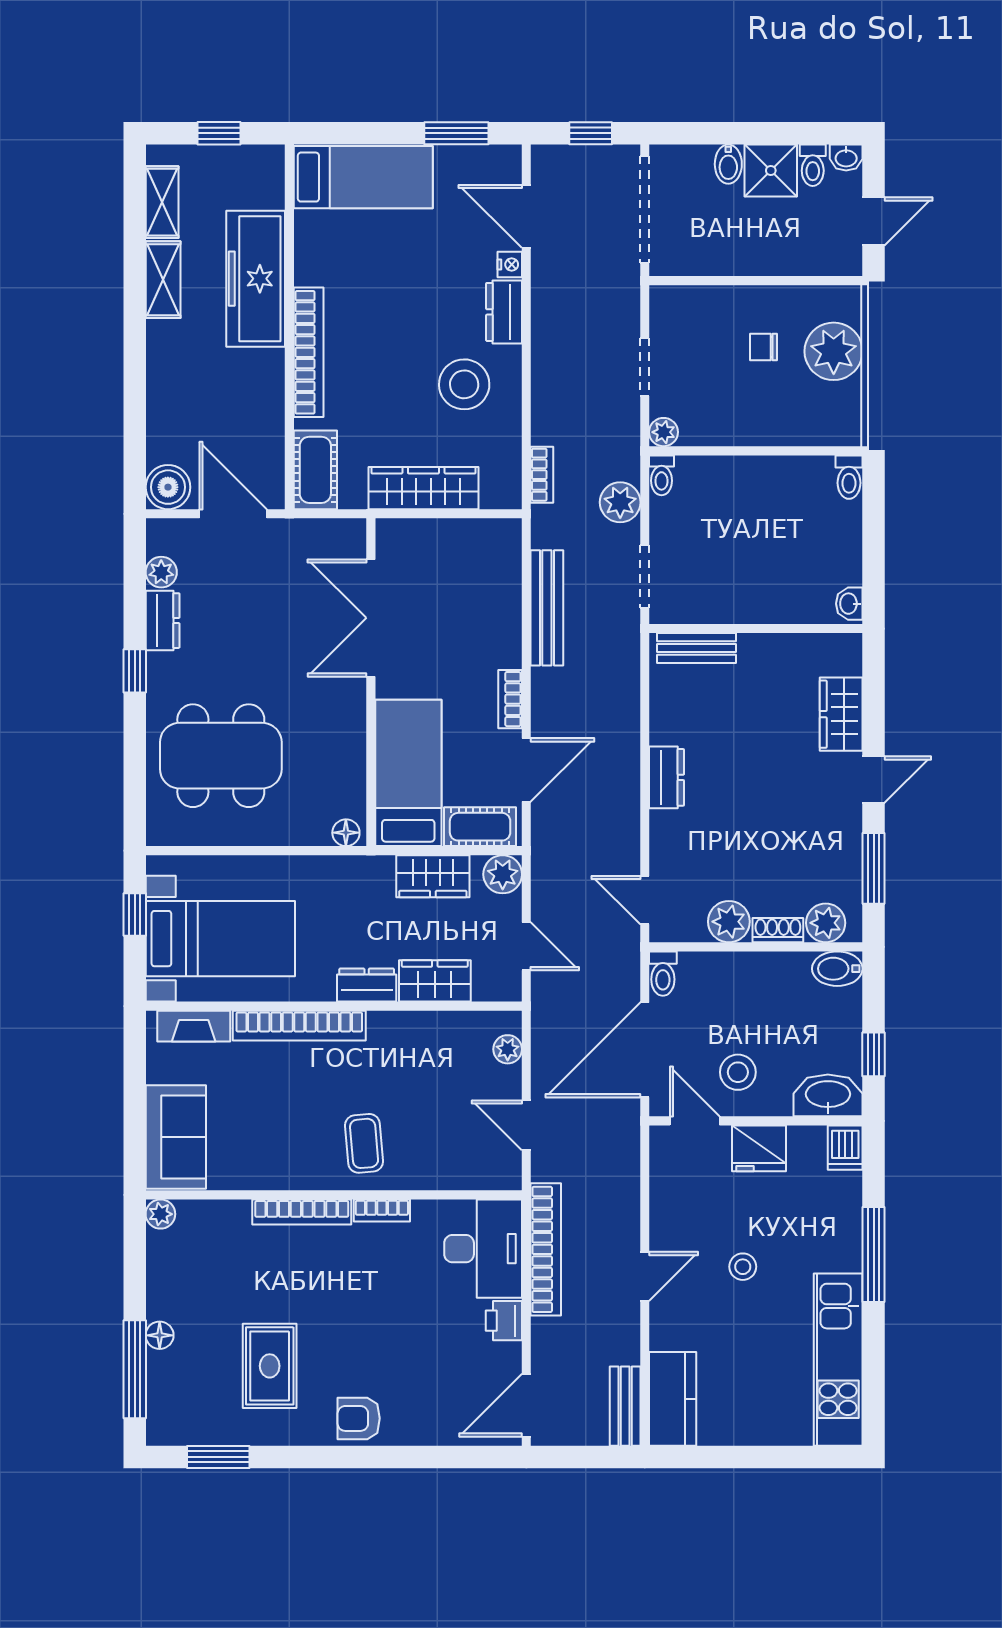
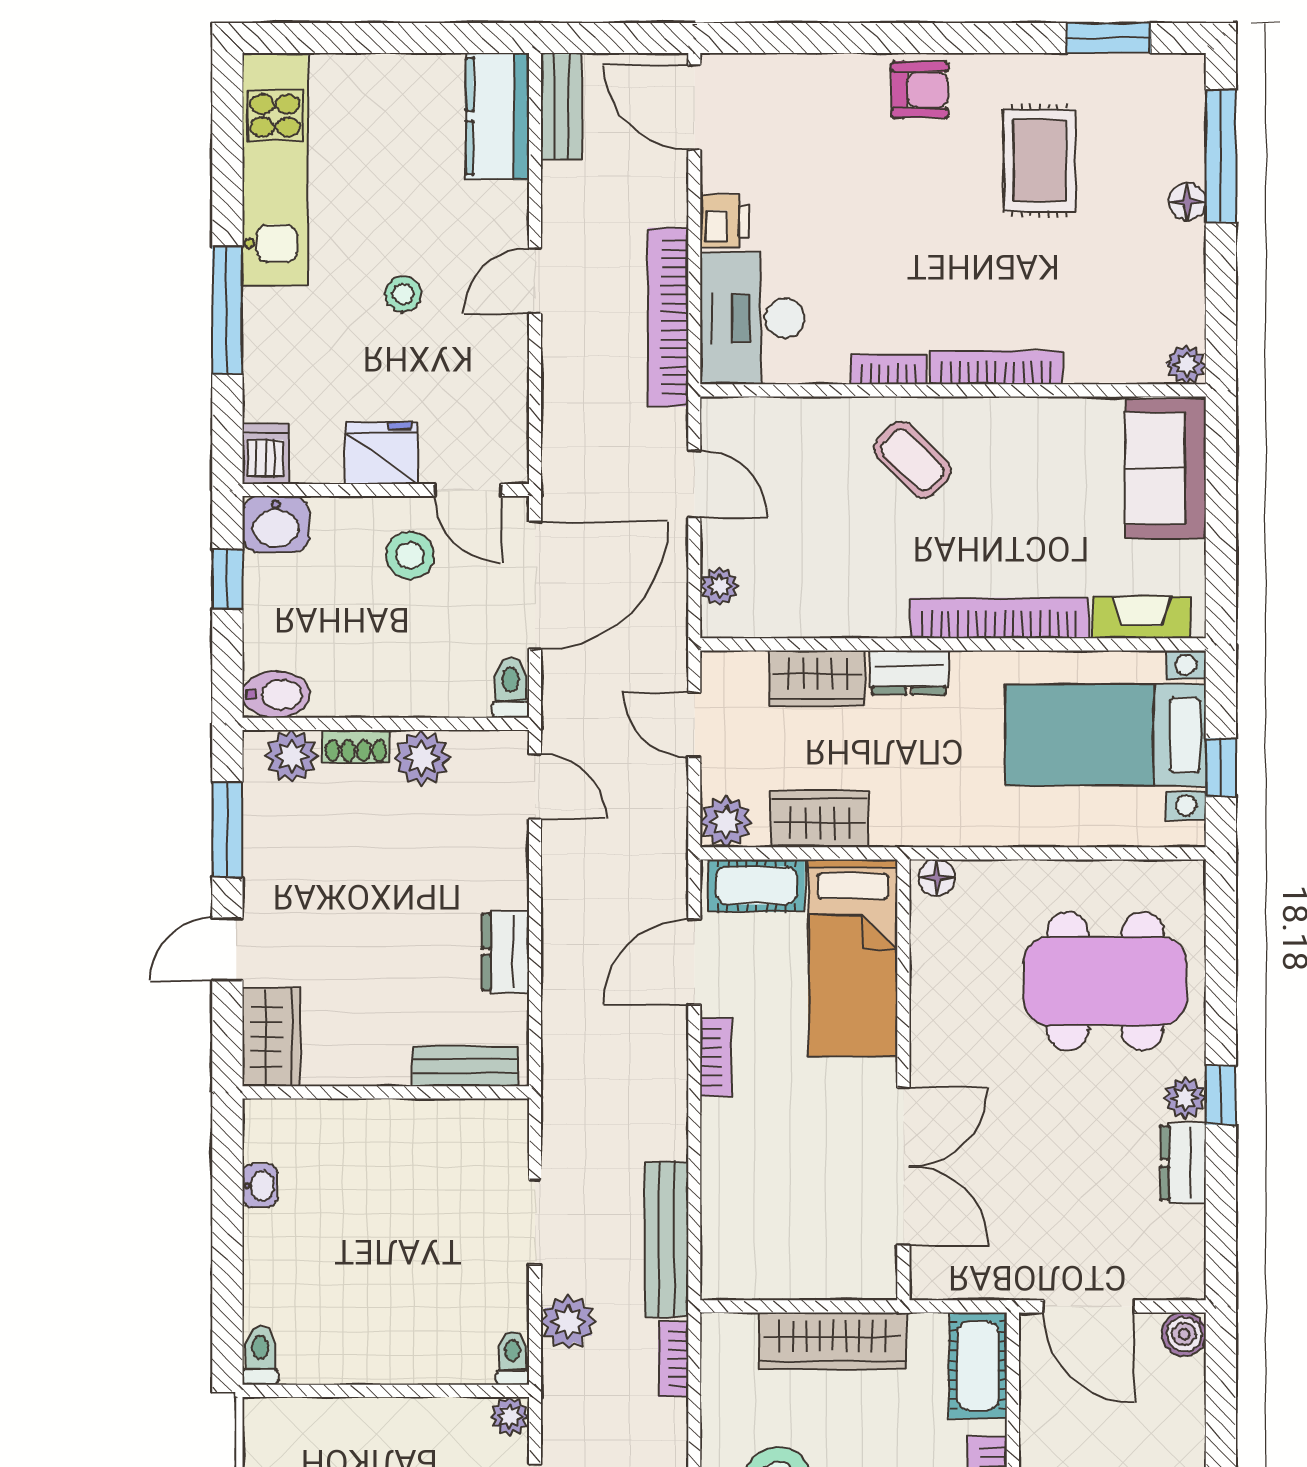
boiler: (168, 487) -> (1184, 1334), width x0.73, depth x0.73
plant: (161, 572) -> (1185, 1098), moved
bench: (547, 608) -> (667, 1240), moved
wall: (756, 629) -> (386, 1092), moved
bench: (697, 648) -> (465, 1066), moved
washbasin: (828, 1095) -> (276, 524), width x0.72
coffee table: (364, 1143) -> (912, 460), turned -40
door: (526, 1405) -> (694, 107), swing flipped

